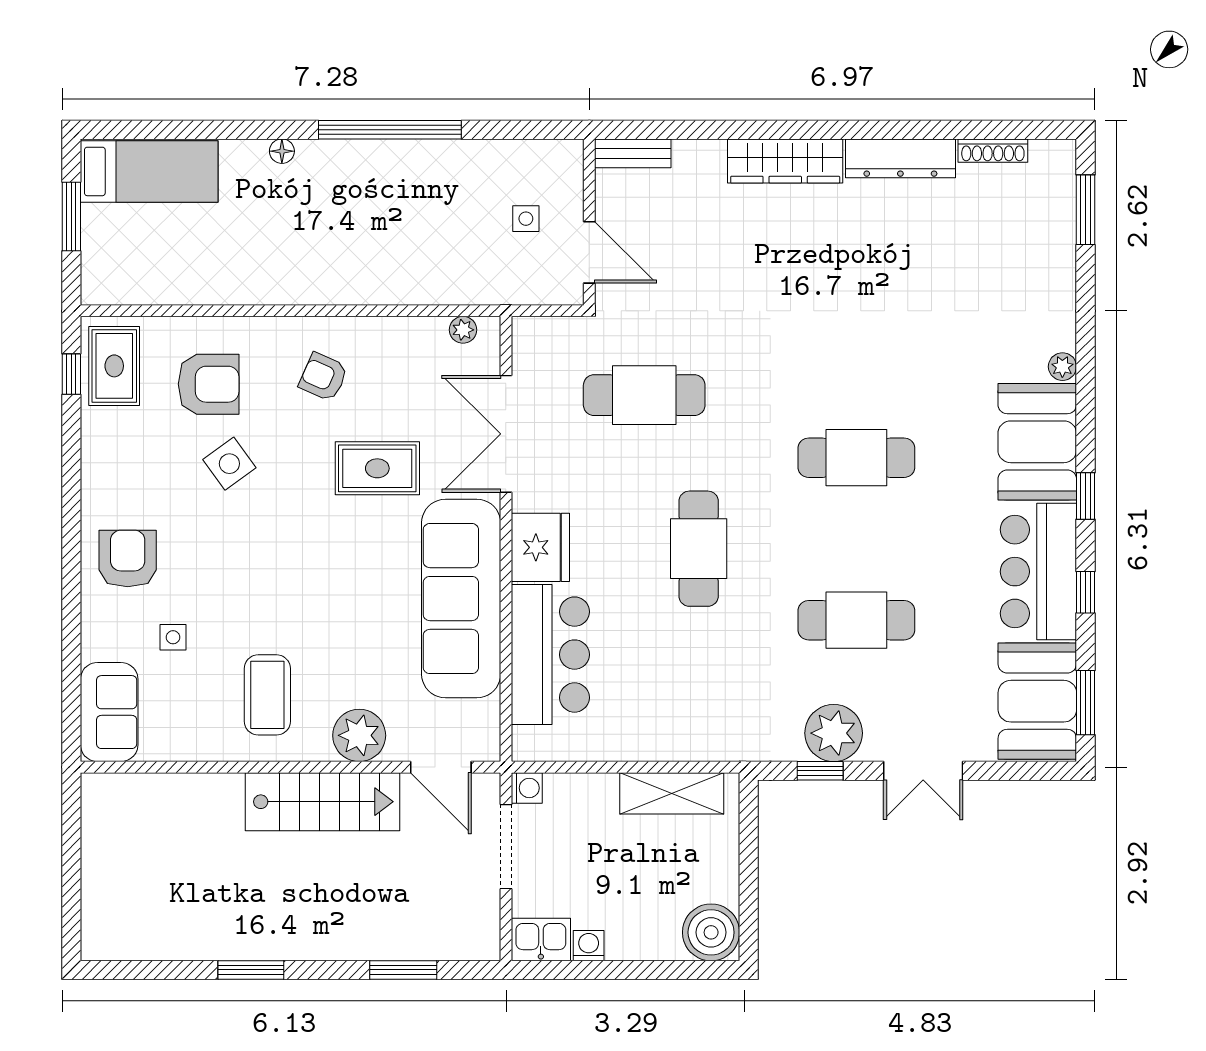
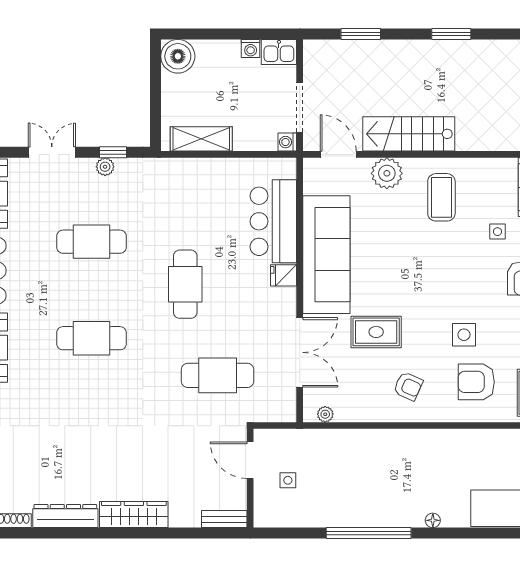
side table: (229, 464) -> (464, 335), turned 36
fridge: (540, 547) -> (284, 275), width x0.53, depth x0.75
plant: (834, 733) -> (105, 167), width x0.53, depth x0.53

